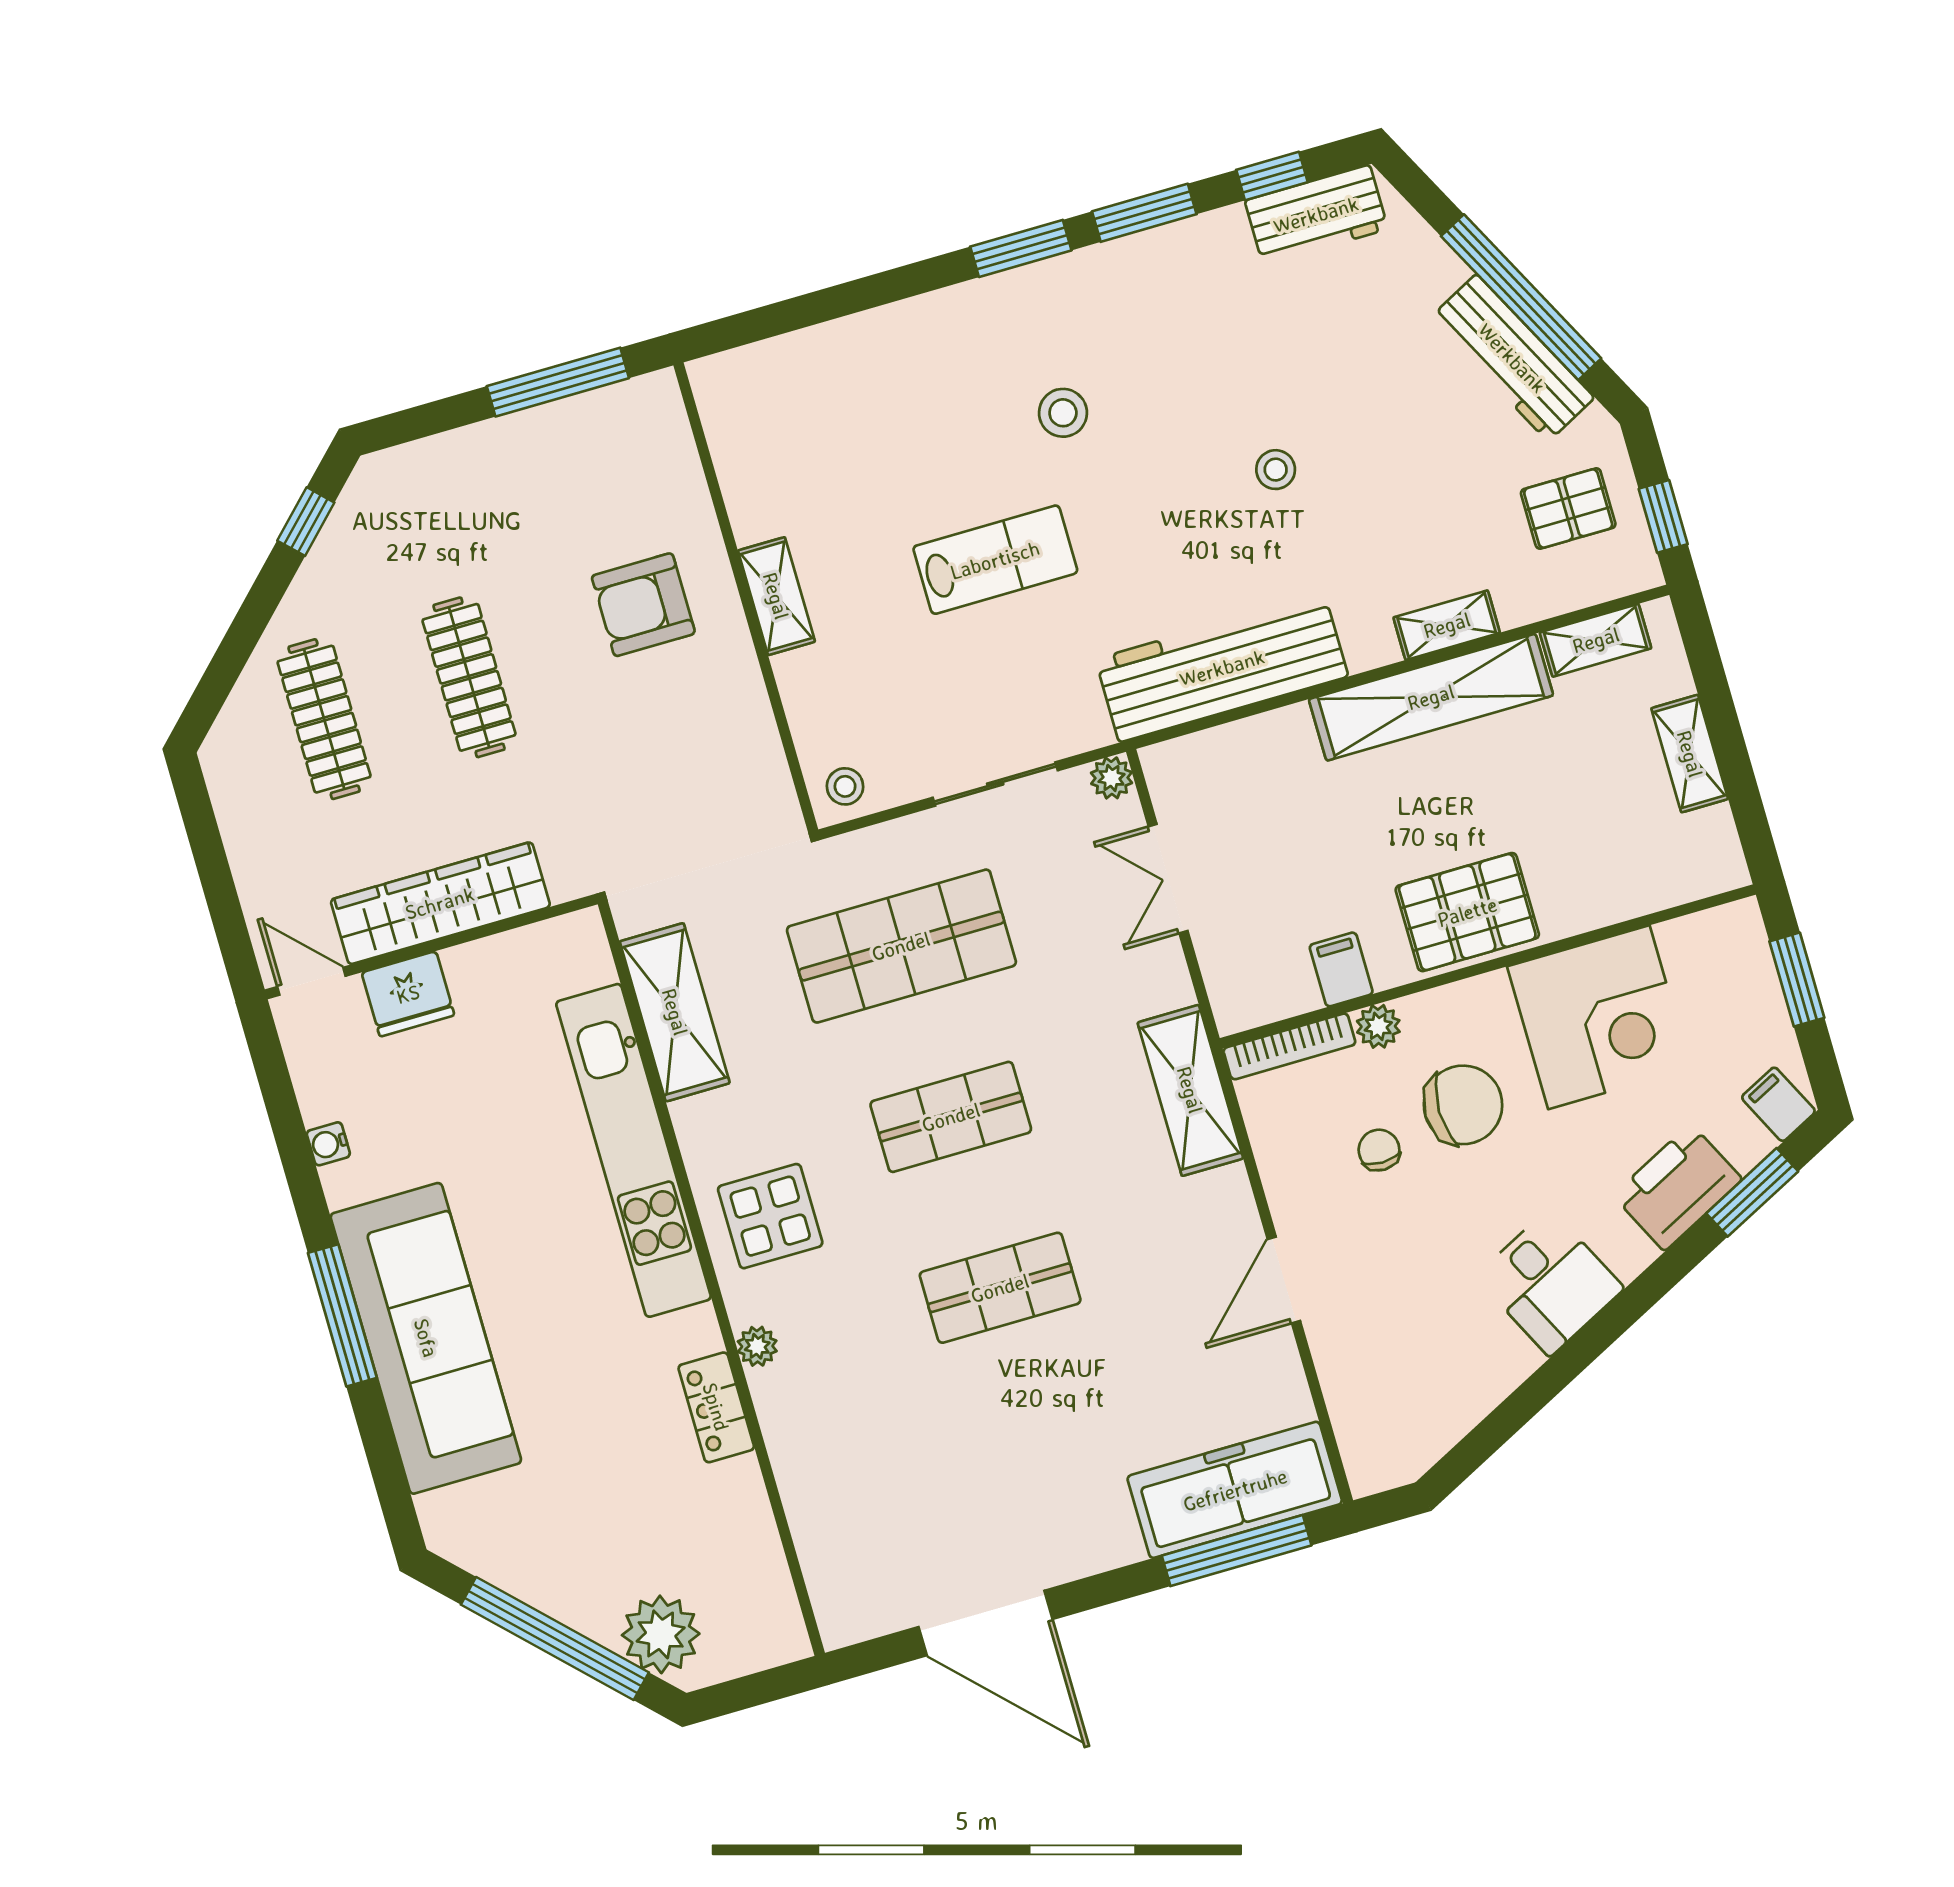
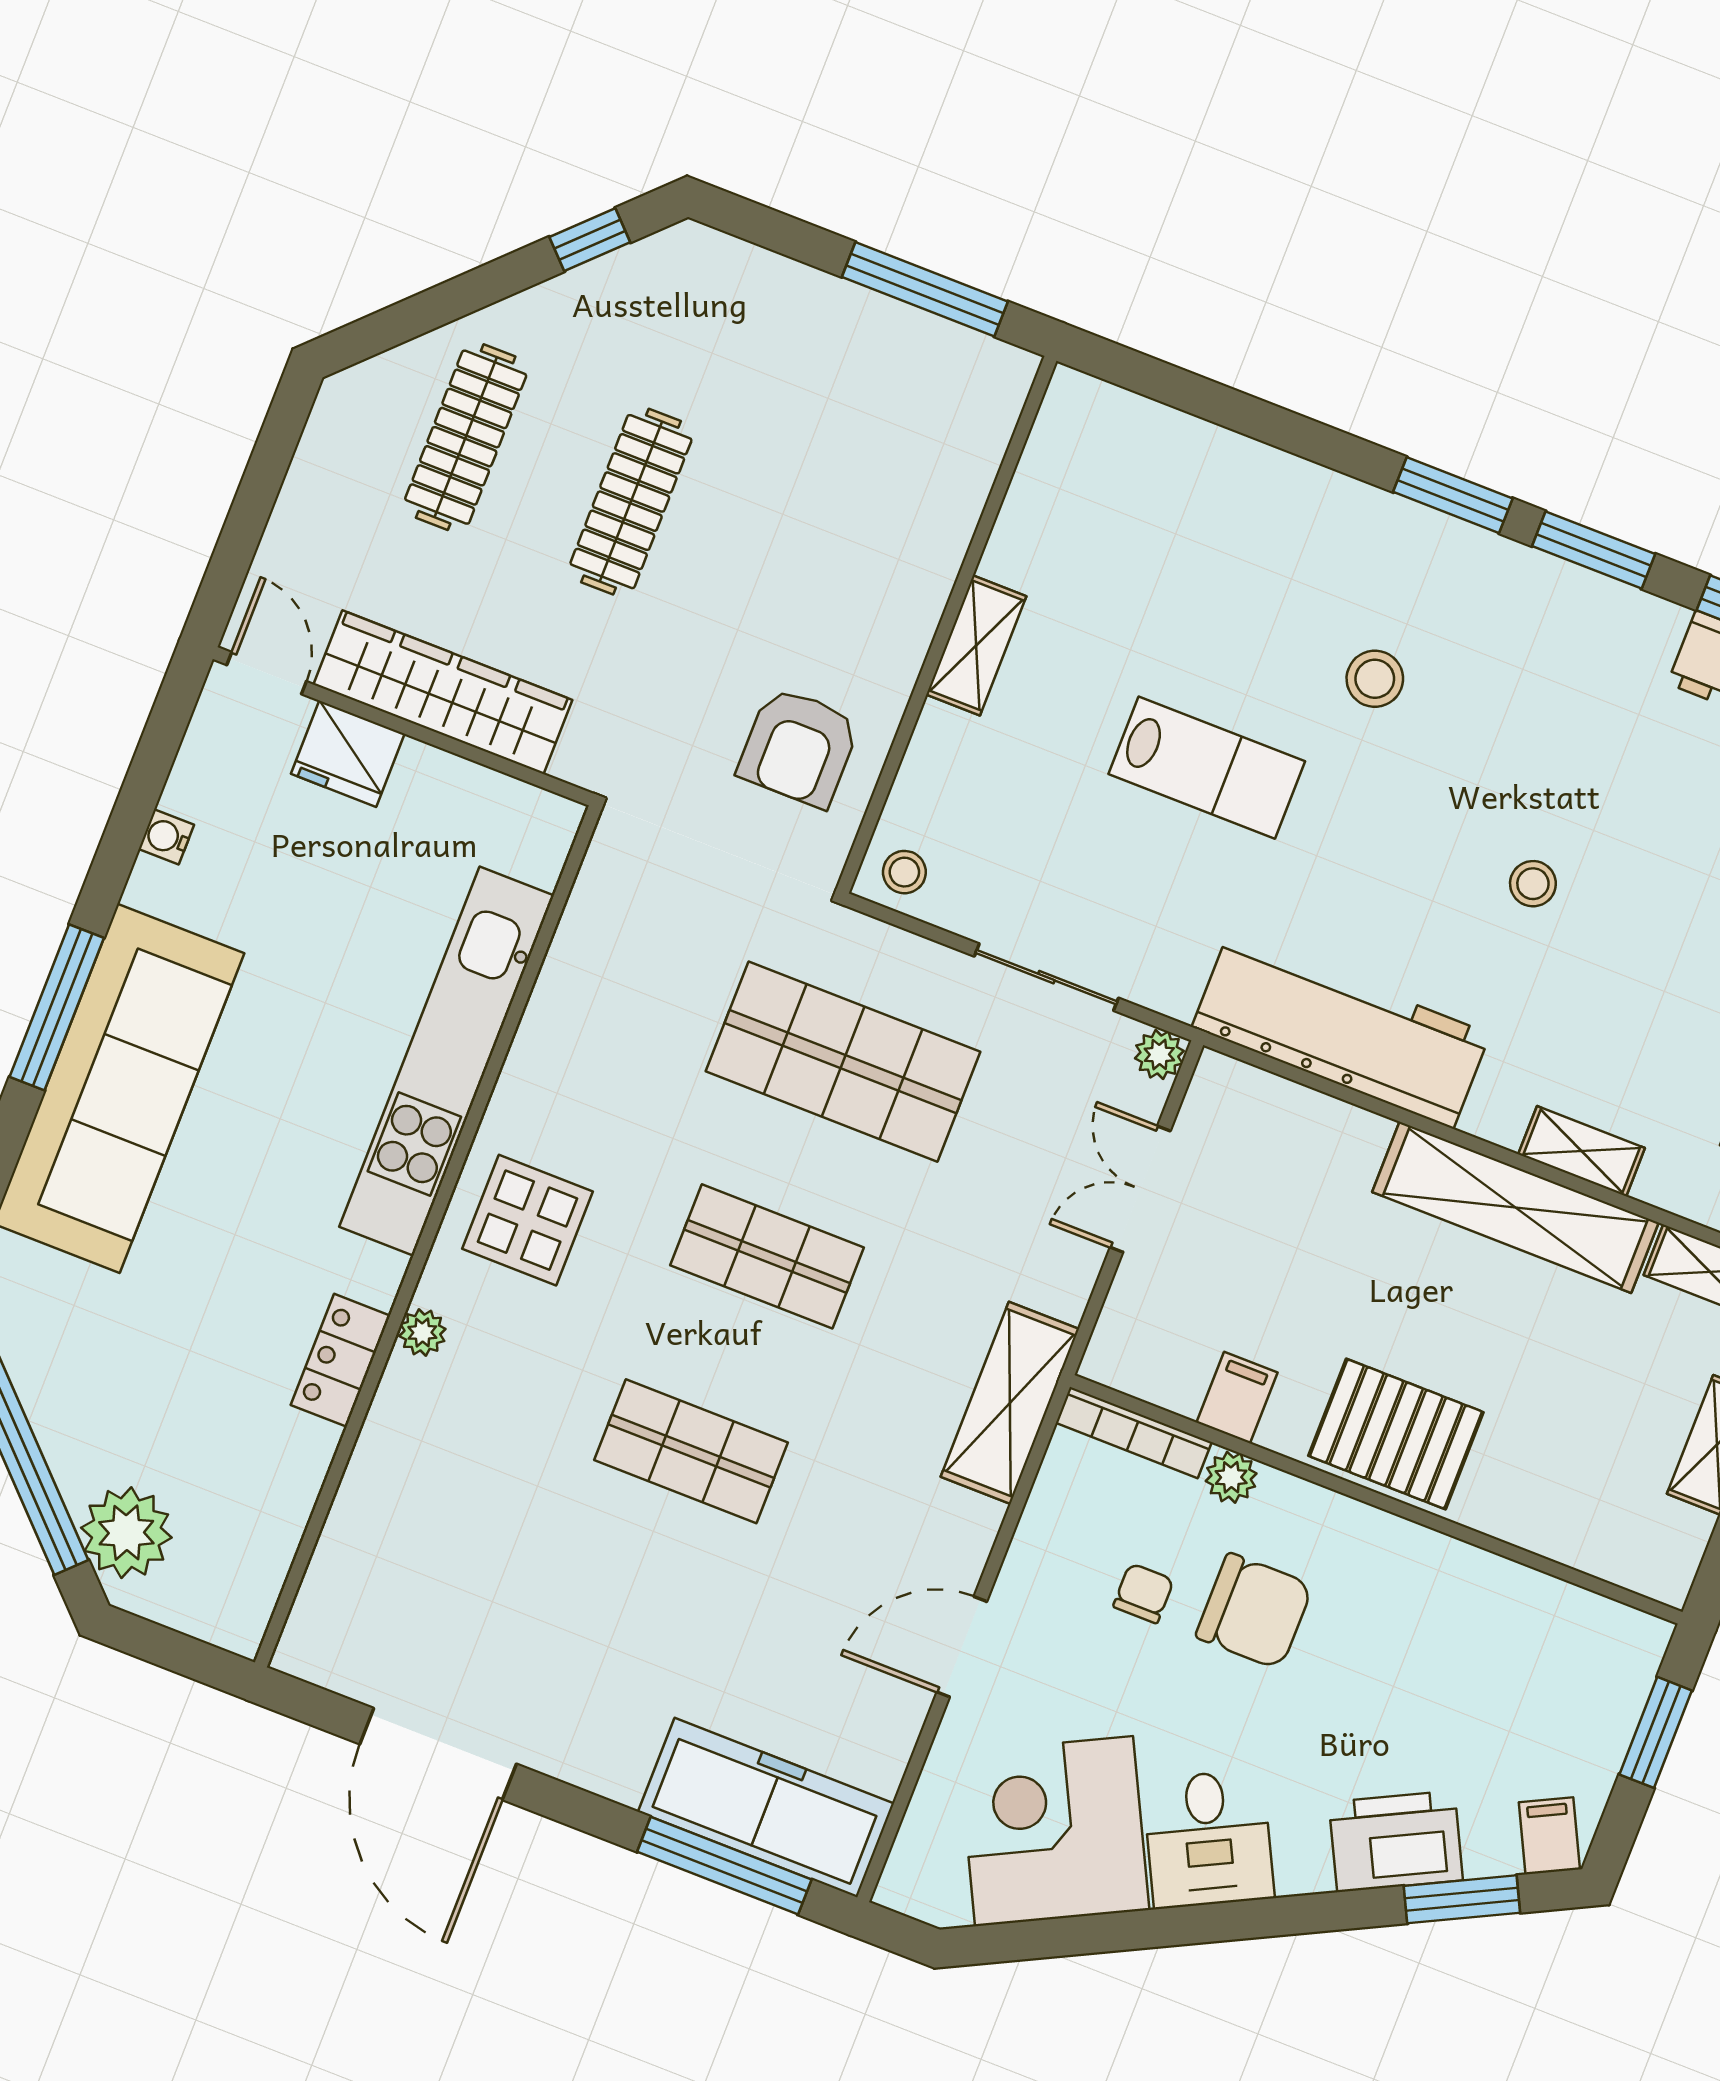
armchair: (643, 605) -> (799, 747), moved, turned -90
shelving: (675, 1012) -> (584, 961), removed
corner desk: (1599, 1017) -> (1054, 1831), moved, turned 153

